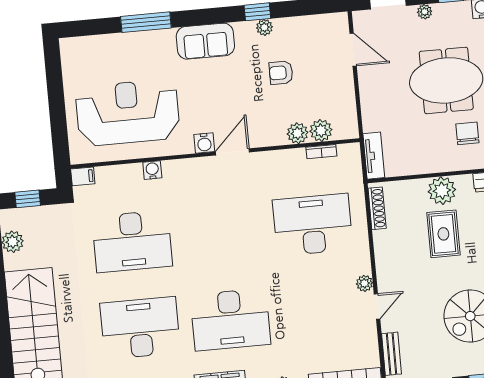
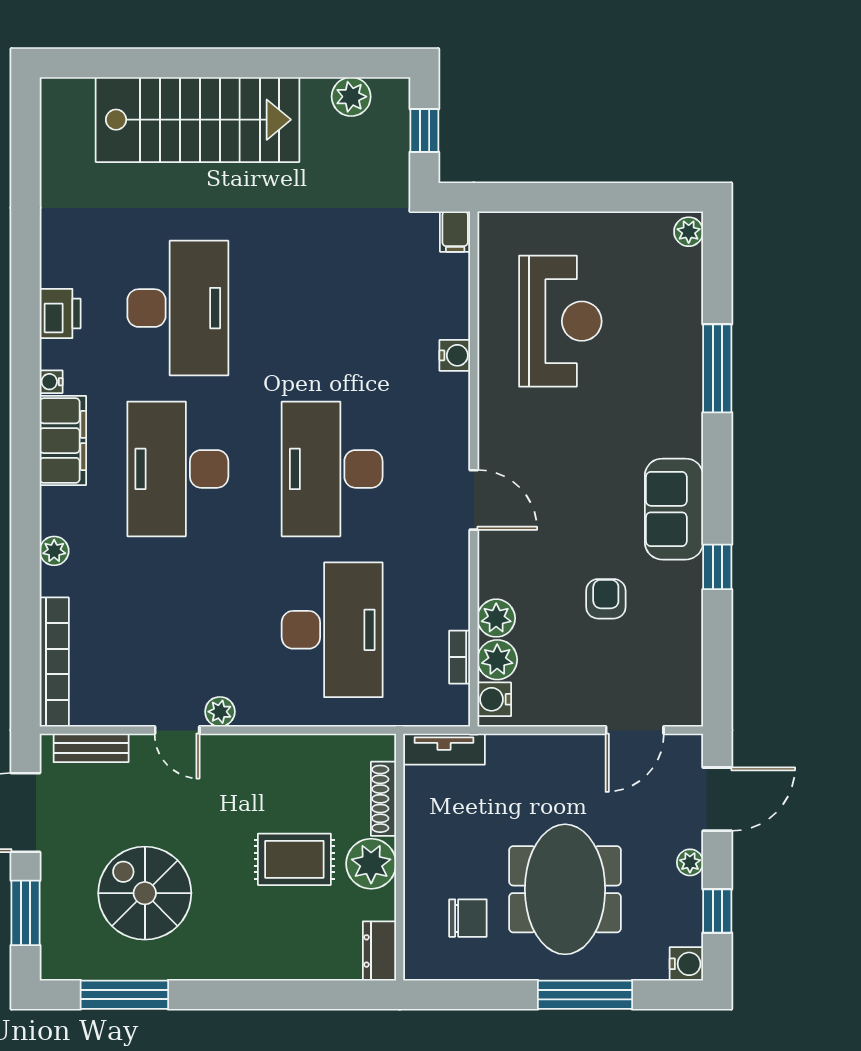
plant: (264, 27) -> (689, 232), moved
sofa: (205, 41) -> (674, 509), moved
reception desk: (128, 113) -> (560, 321), width x0.74, depth x0.77
water cooler: (204, 143) -> (494, 699), moved
shoe rack: (377, 208) -> (384, 799), moved, turned 90
desk: (132, 241) -> (332, 469), moved

